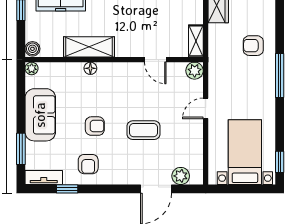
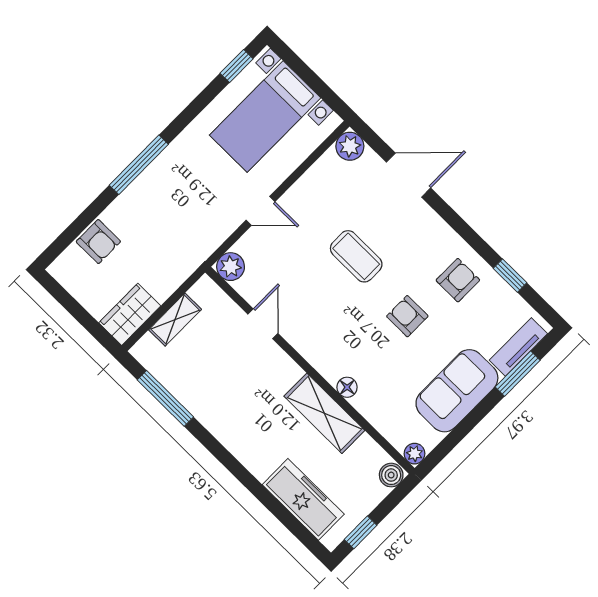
shelving: (196, 41) -> (175, 320), moved
armchair: (253, 46) -> (98, 242), moved
plant: (181, 176) -> (350, 146), moved
tv unit: (44, 178) -> (518, 347), moved, turned 90

